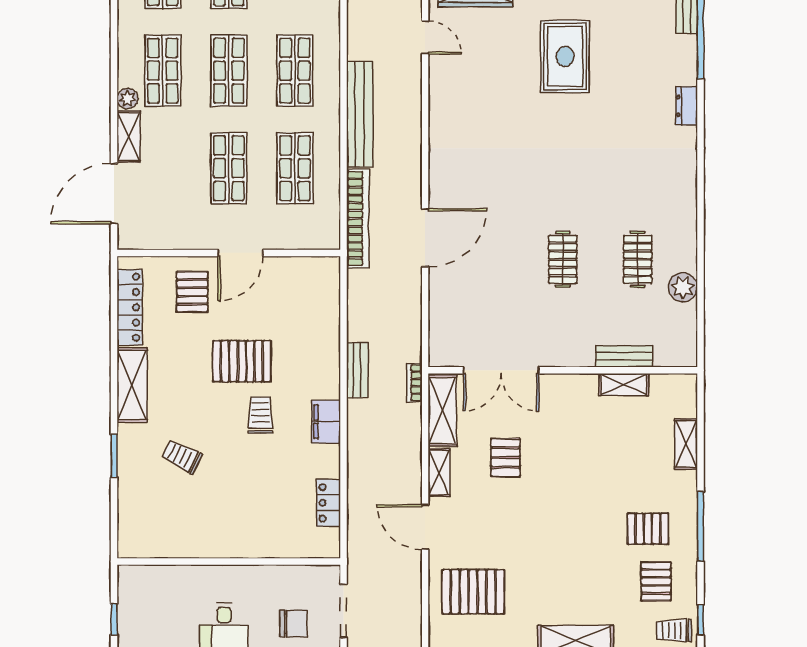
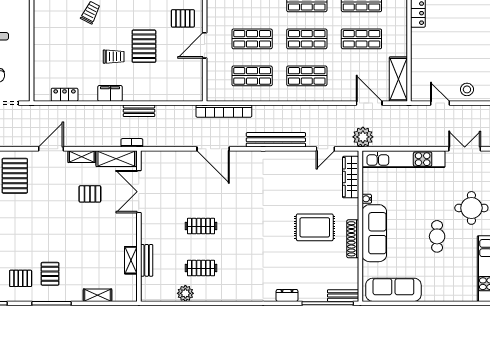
bench: (360, 114) -> (276, 140), moved
door: (240, 253) -> (205, 45), hinge flipped

